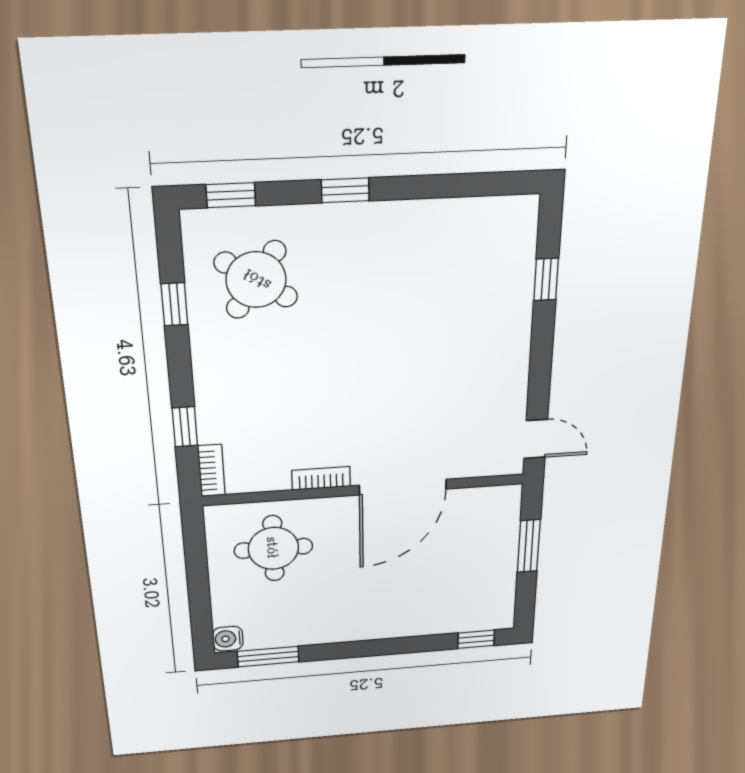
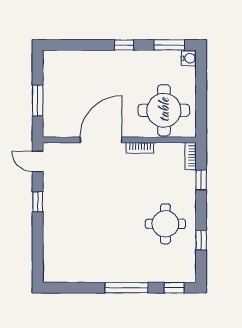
window: (345, 190) -> (127, 288), width x2.17
window: (546, 279) -> (38, 202), moved
round table: (256, 280) -> (165, 224), moved, turned -34
round table: (273, 548) -> (164, 110), width x1.36, depth x1.36
window: (476, 639) -> (124, 45), moved

